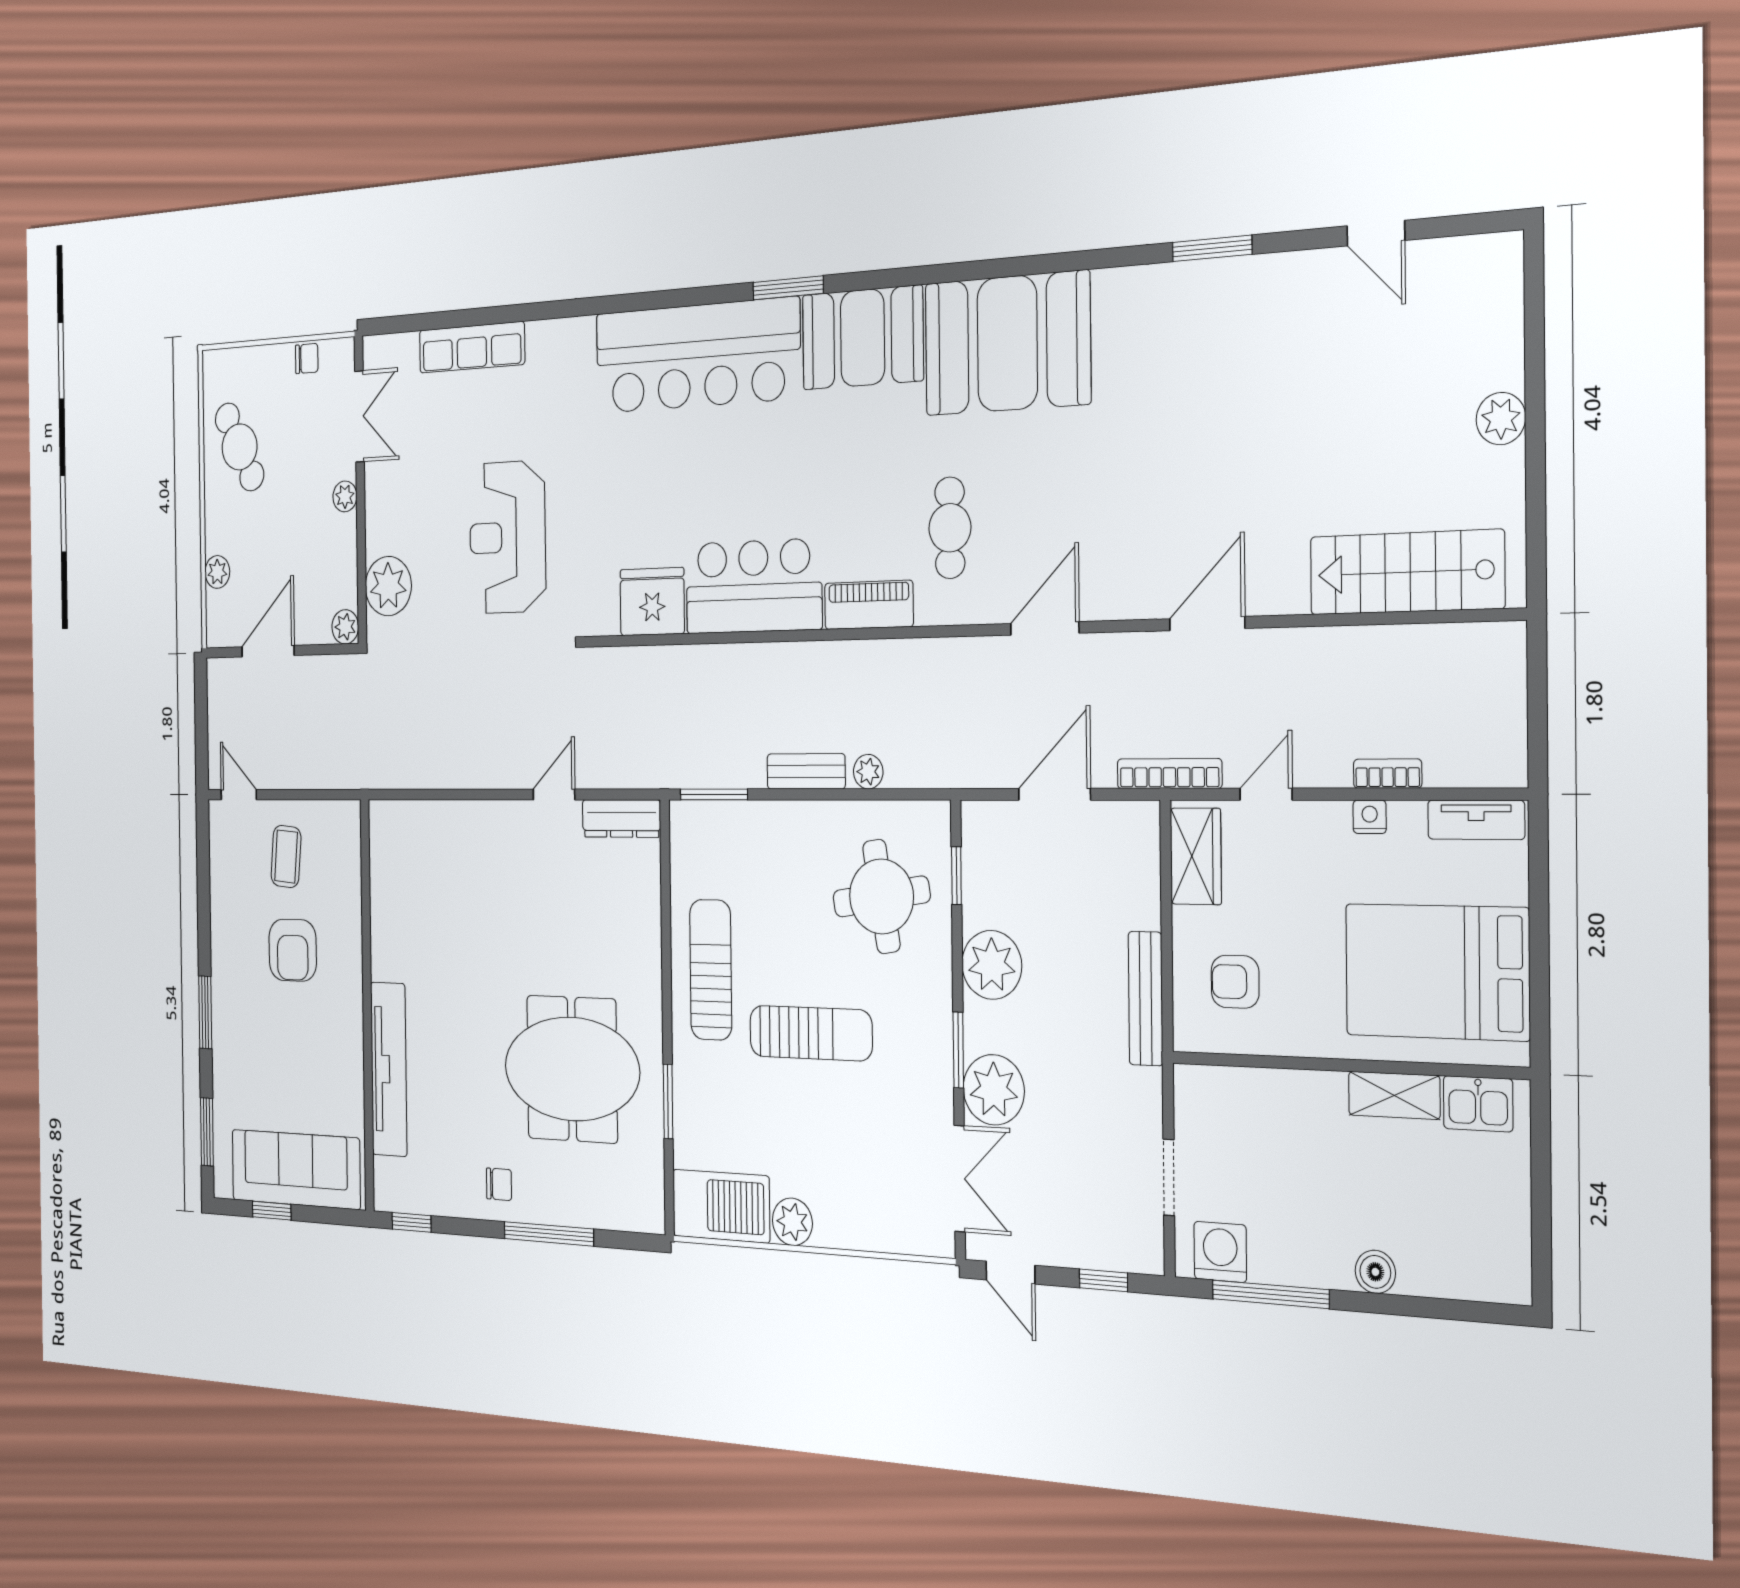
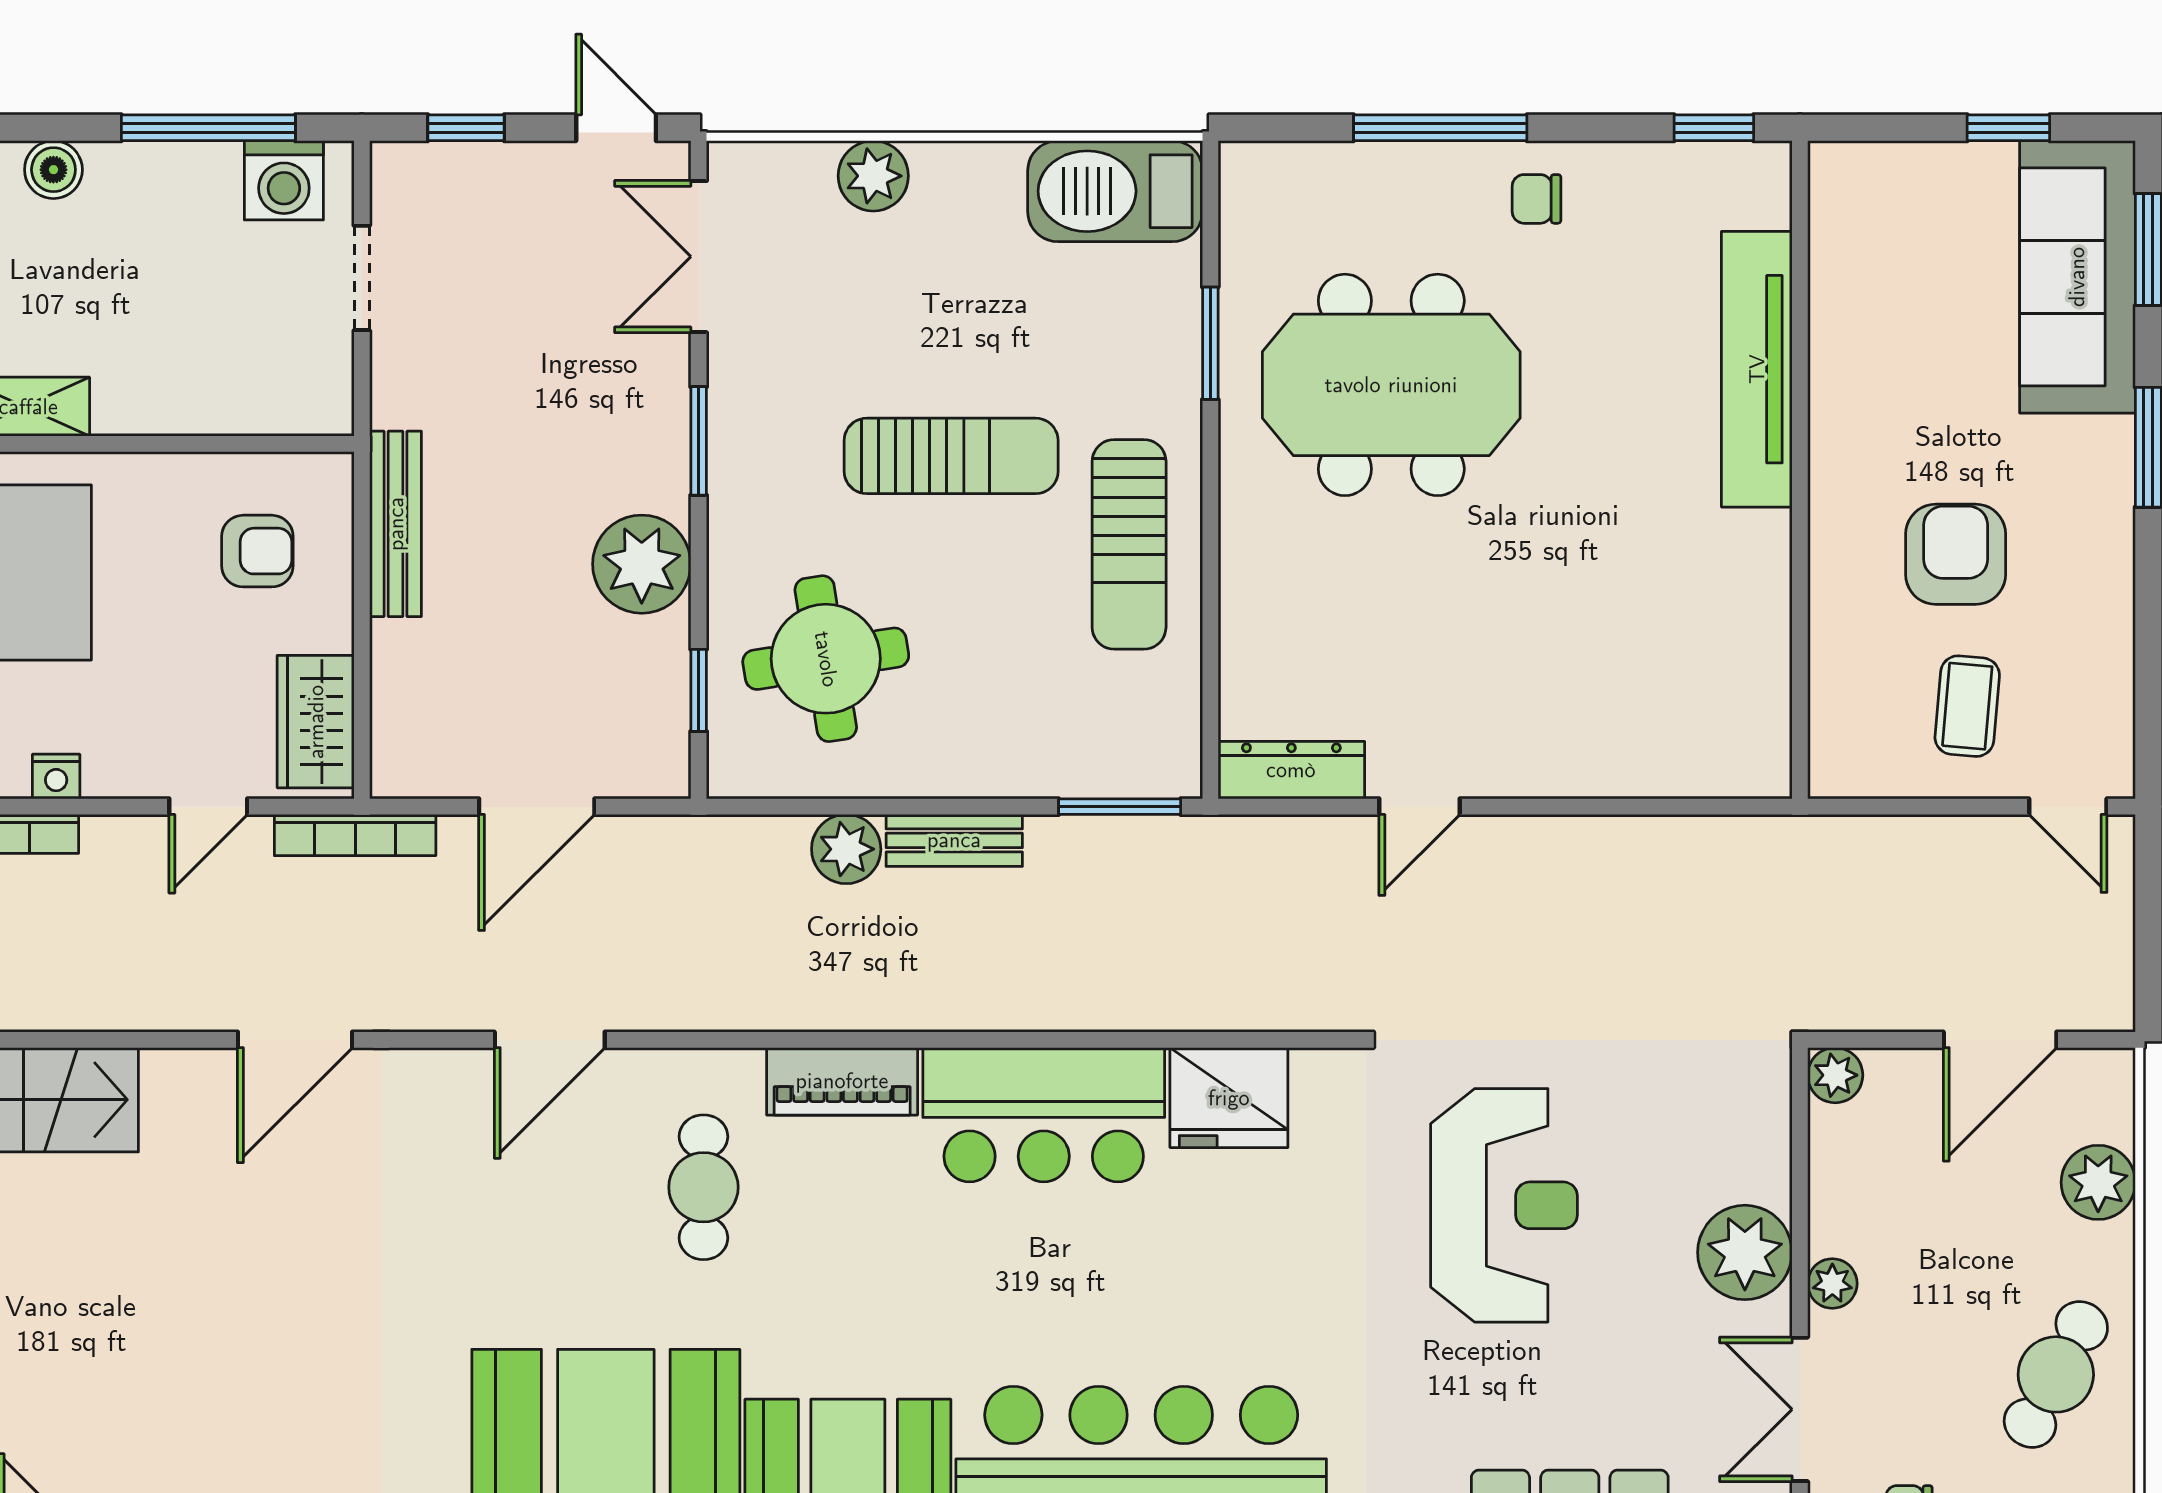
cafe table: (240, 447) -> (2056, 1374), turned 56
plant: (217, 572) -> (2098, 1182), width x1.38, depth x1.38
plant: (388, 586) -> (1745, 1252), moved
plant: (868, 772) -> (846, 849), width x1.38, depth x1.38
sun lounger: (811, 1033) -> (951, 456), turned 180
plant: (994, 1090) -> (641, 386), removed
sofa: (296, 1169) -> (2077, 277), moved, turned 90
plant: (792, 1222) -> (873, 176), moved

